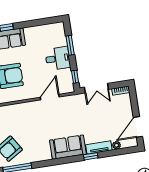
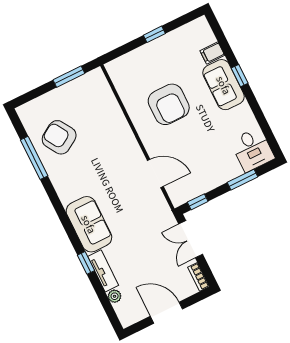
desk: (58, 58) -> (252, 150), moved
door: (138, 127) -> (166, 313), moved

